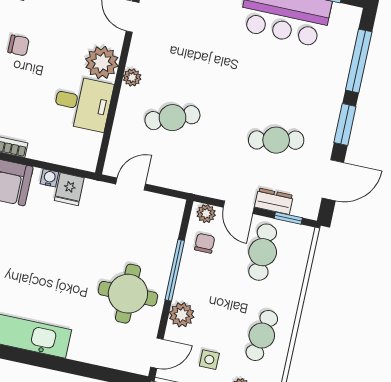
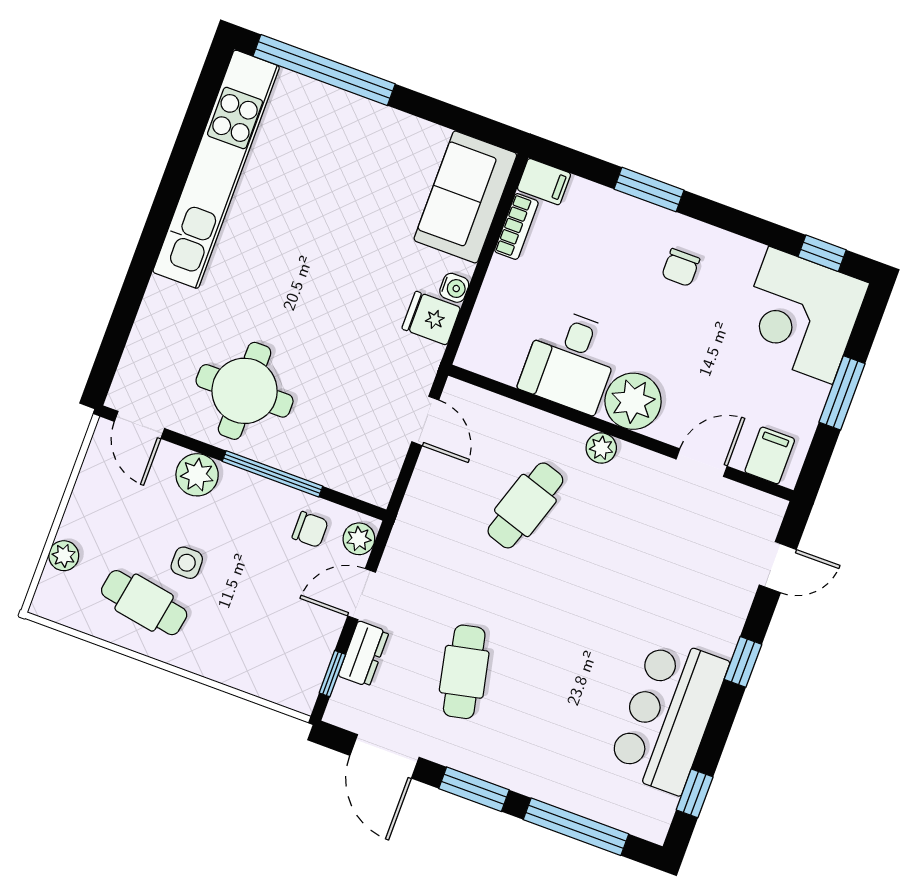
cafe table: (172, 118) -> (525, 505), turned 39
cafe table: (263, 252) -> (282, 623), removed
side table: (209, 360) -> (187, 563), moved

